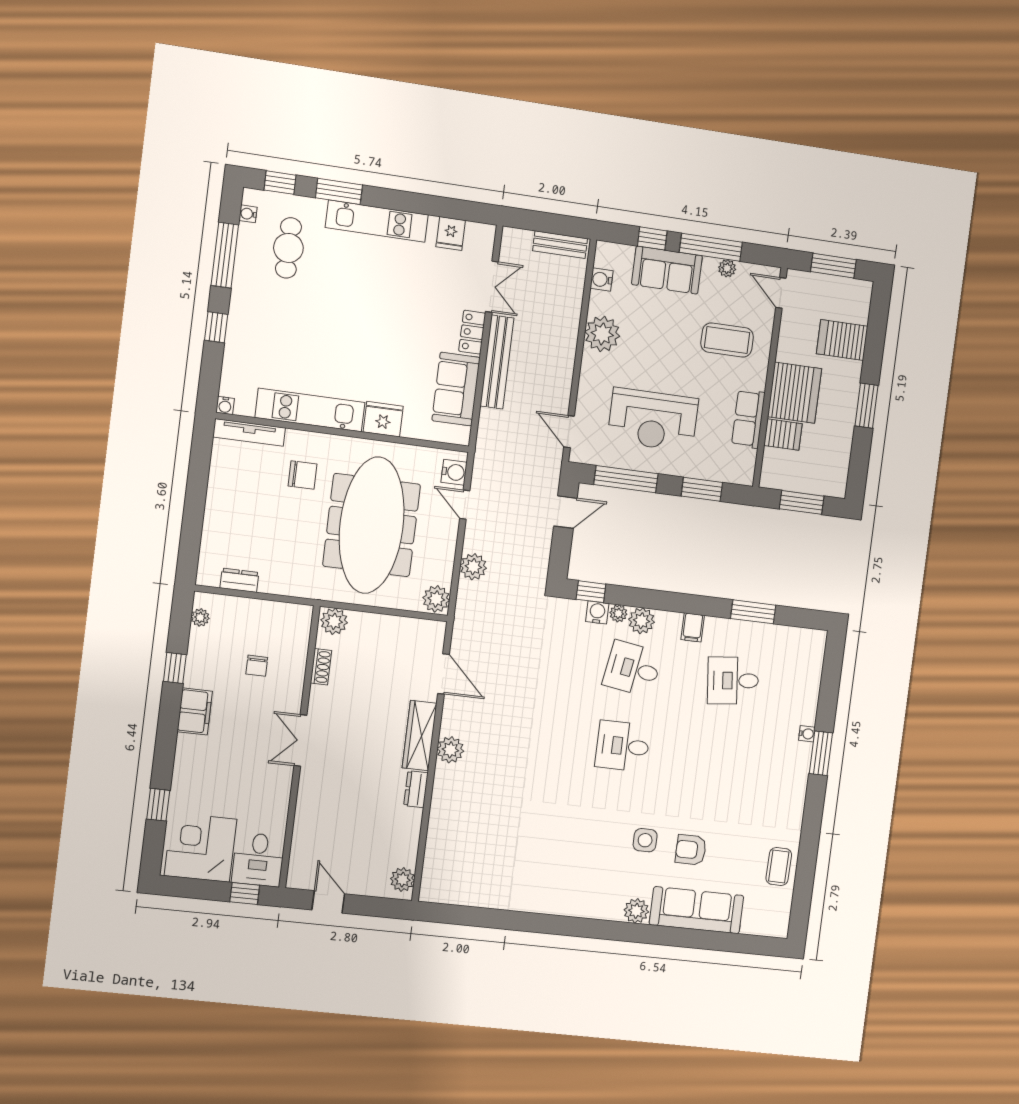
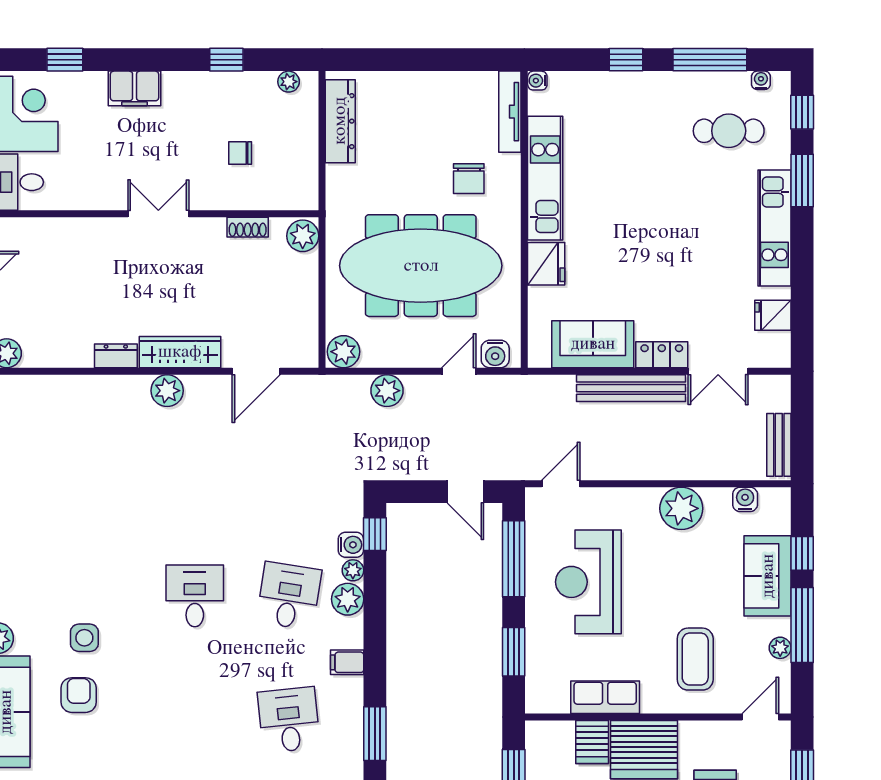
dresser: (239, 580) -> (340, 121), width x1.96, depth x1.24
filing cabinet: (195, 711) -> (135, 88), moved

